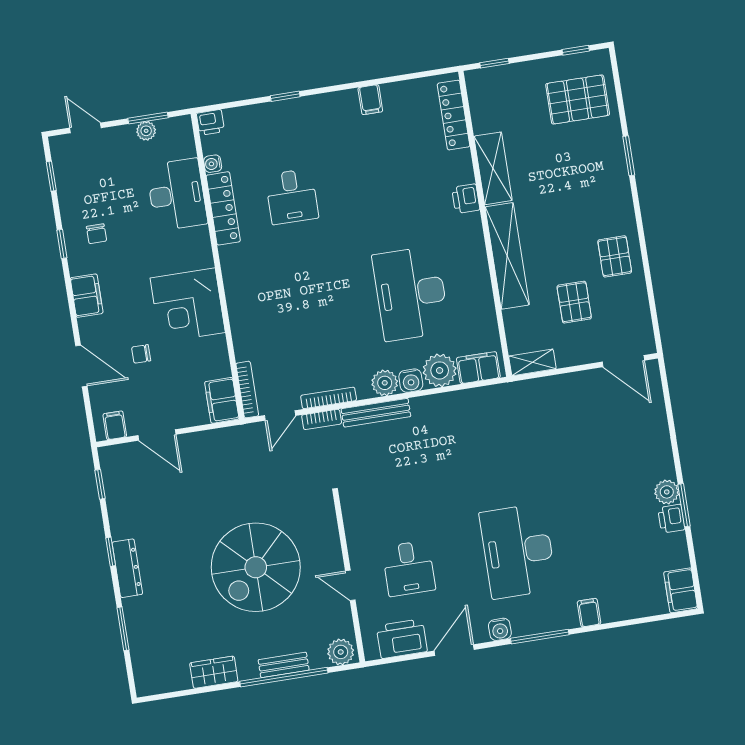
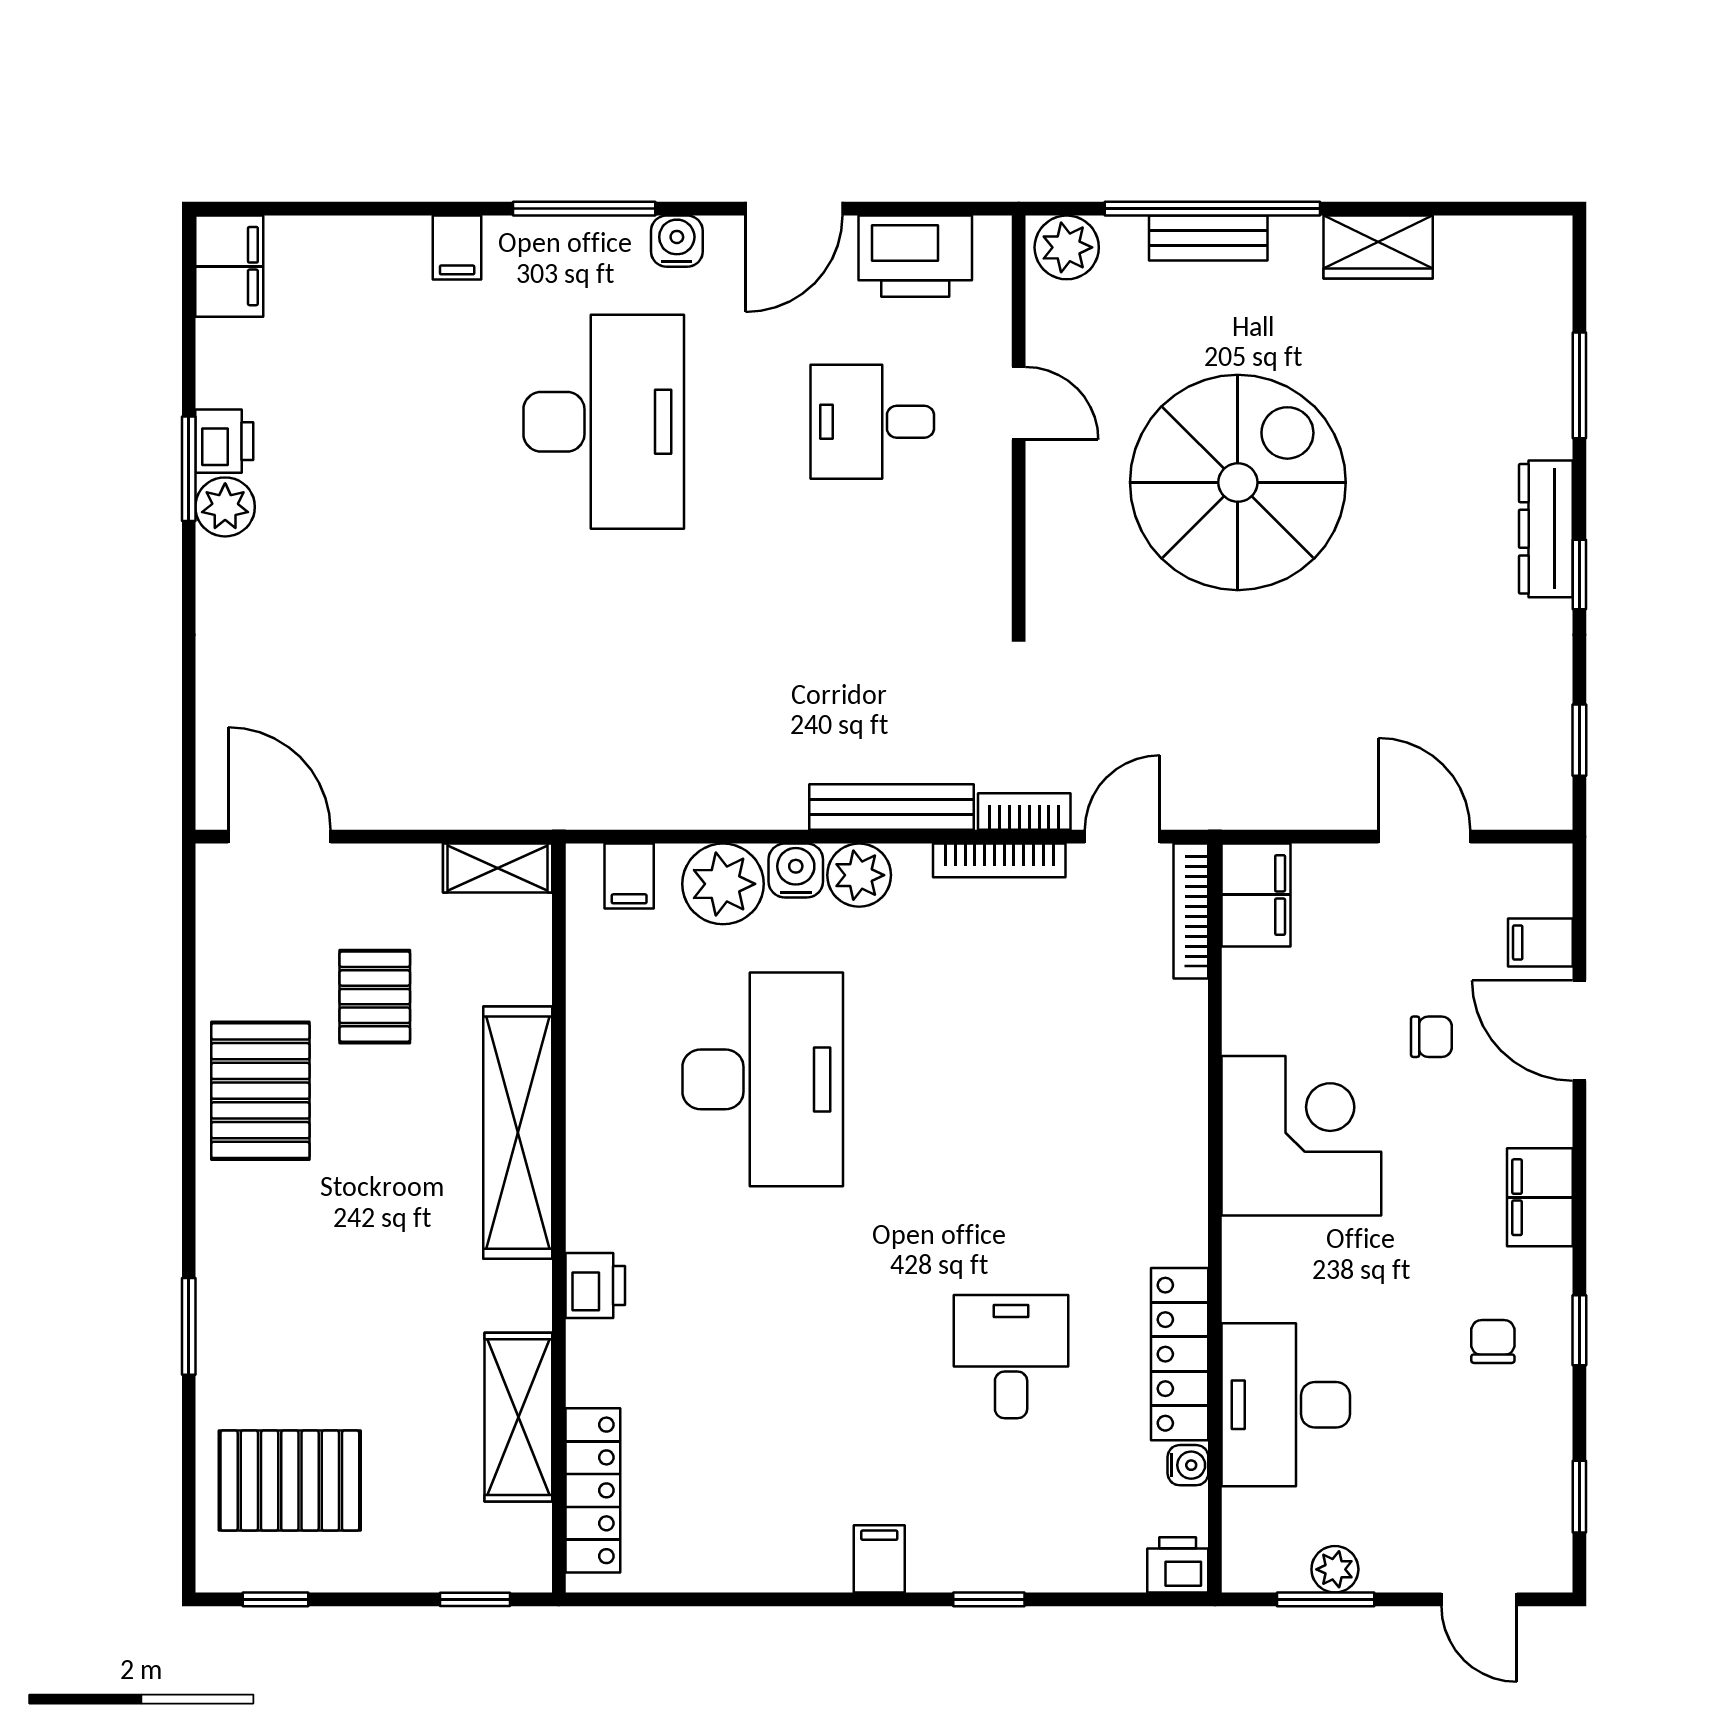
filing cabinet: (370, 100) -> (879, 1559), moved
shelving: (493, 168) -> (518, 1417), moved
pallet: (615, 256) -> (260, 1091), width x1.50, depth x1.42
filing cabinet: (478, 368) -> (629, 876), width x0.50
filing cabinet: (115, 425) -> (1540, 943), moved, turned 90
desk: (409, 568) -> (872, 422), turned -90

